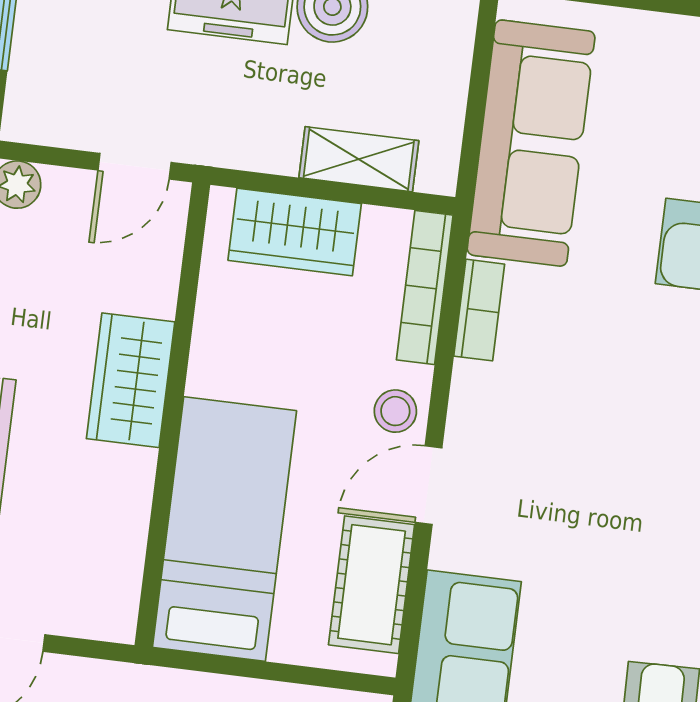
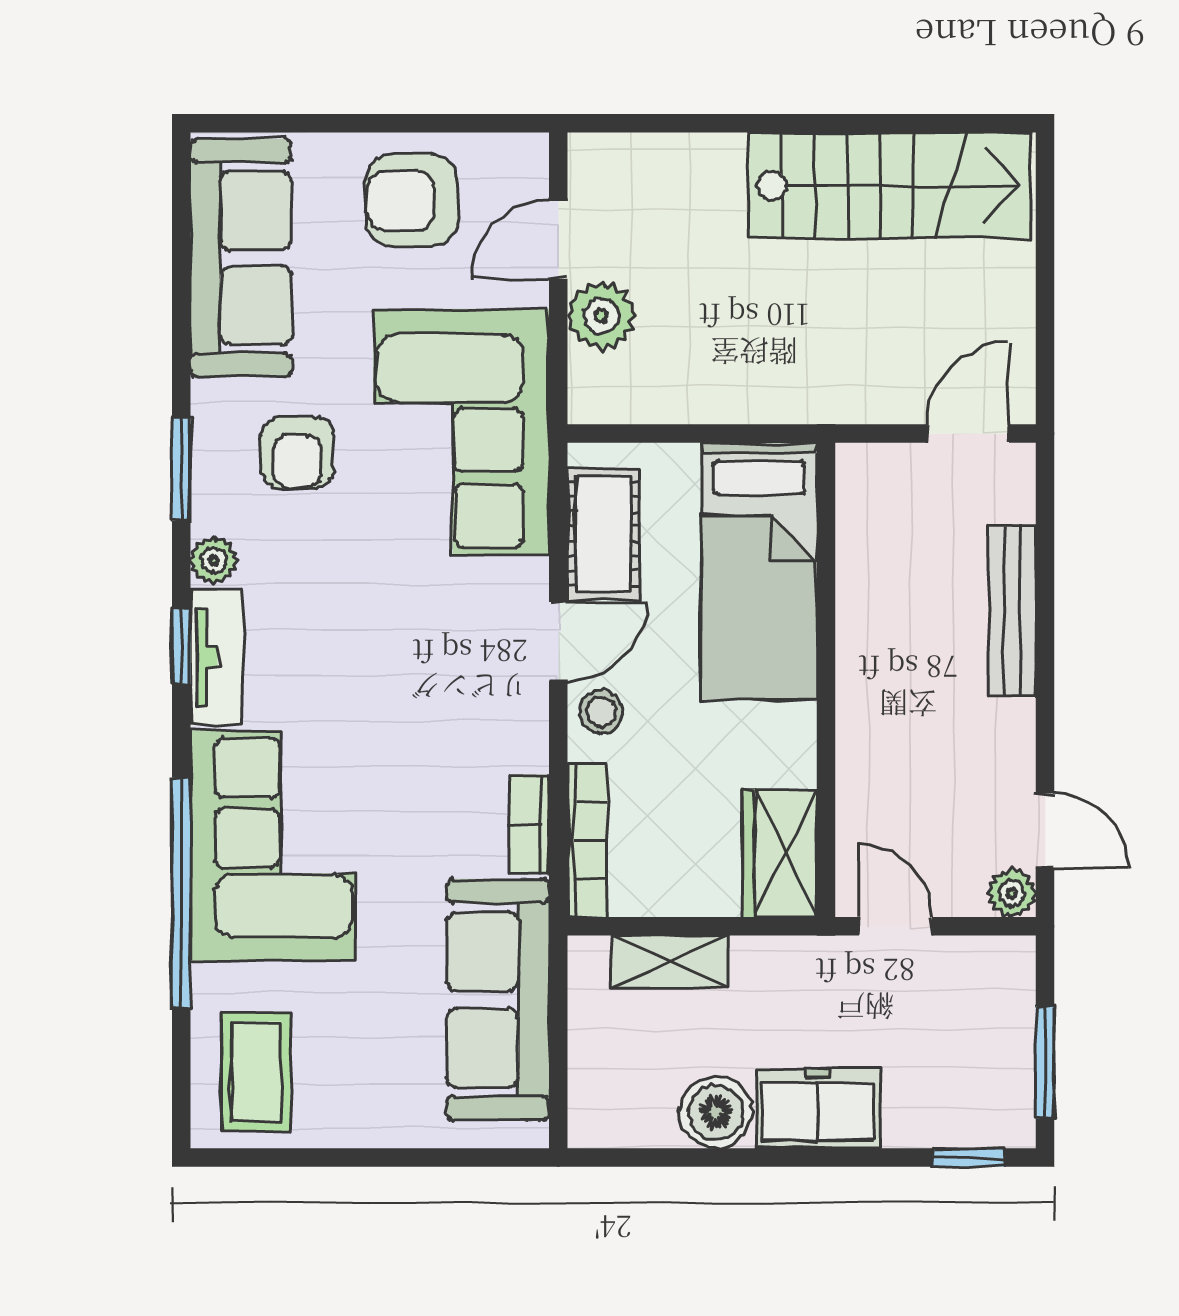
door: (135, 166) -> (895, 926), hinge flipped
wardrobe: (295, 232) -> (780, 853), moved, turned -90
wardrobe: (131, 380) -> (873, 710), removed

